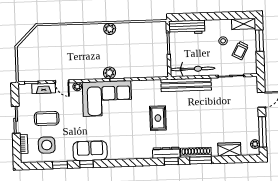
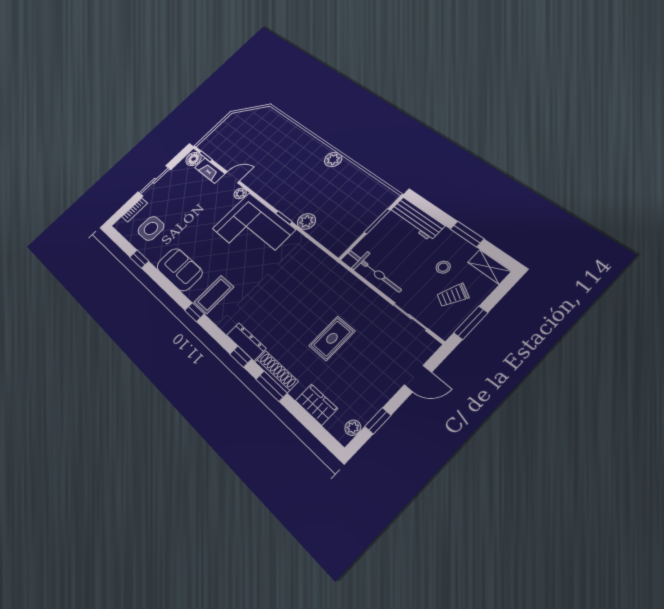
window: (218, 16) -> (467, 234), added
window: (259, 41) -> (471, 323), moved
plant: (109, 73) -> (306, 221), moved
door: (62, 82) -> (232, 177), swing flipped
bench: (186, 85) -> (348, 283), removed
floor lamp: (25, 90) -> (194, 159), added
coffee table: (47, 118) -> (214, 295), moved, turned 90
rug: (158, 118) -> (332, 338), moved
window: (263, 132) -> (378, 421), width x0.46
window: (86, 164) -> (194, 312), moved

